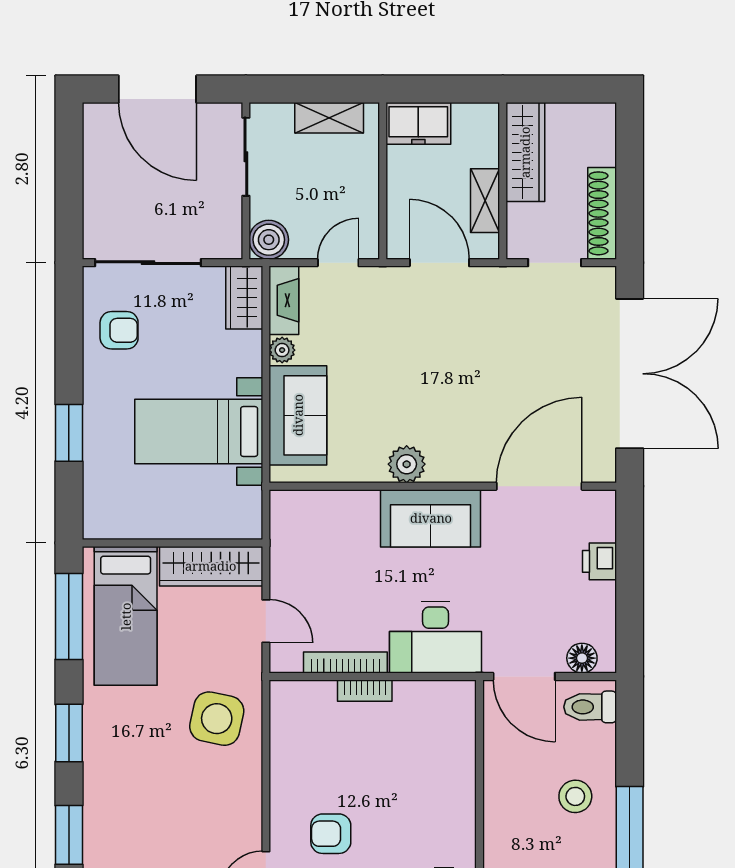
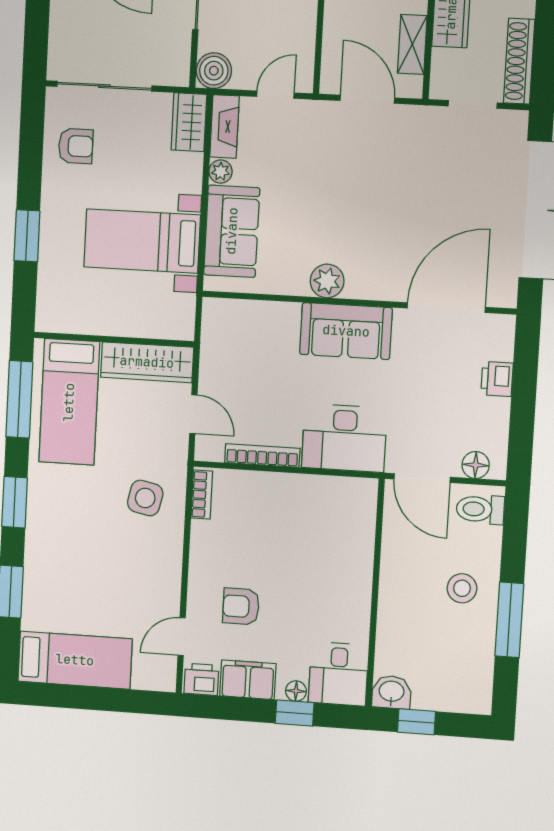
bookcase: (365, 691) -> (202, 495), moved, turned -90
side table: (217, 719) -> (145, 498), width x0.73, depth x0.73

